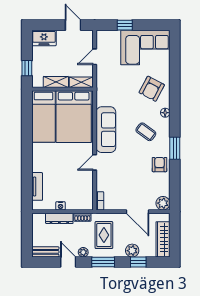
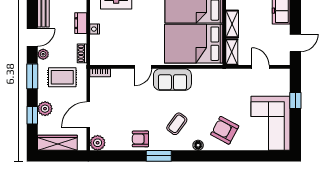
sofa: (106, 130) -> (172, 79), width x0.73
door: (95, 162) -> (143, 67), swing flipped
armchair: (159, 165) -> (140, 139), turned 180
dresser: (59, 218) -> (81, 23), width x0.70

